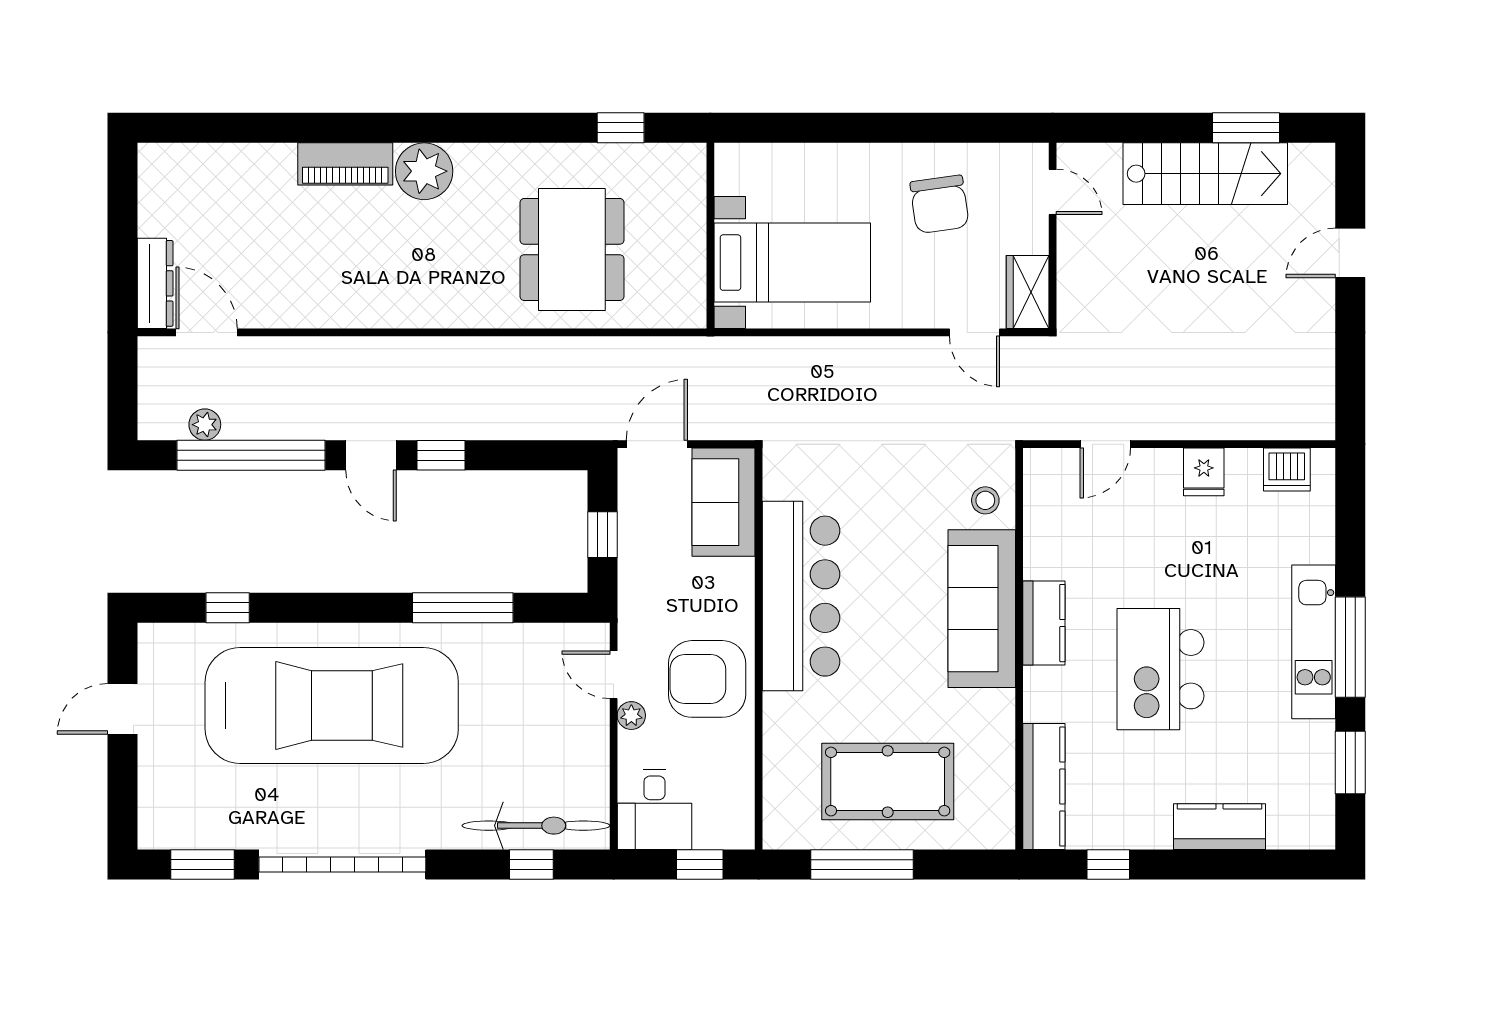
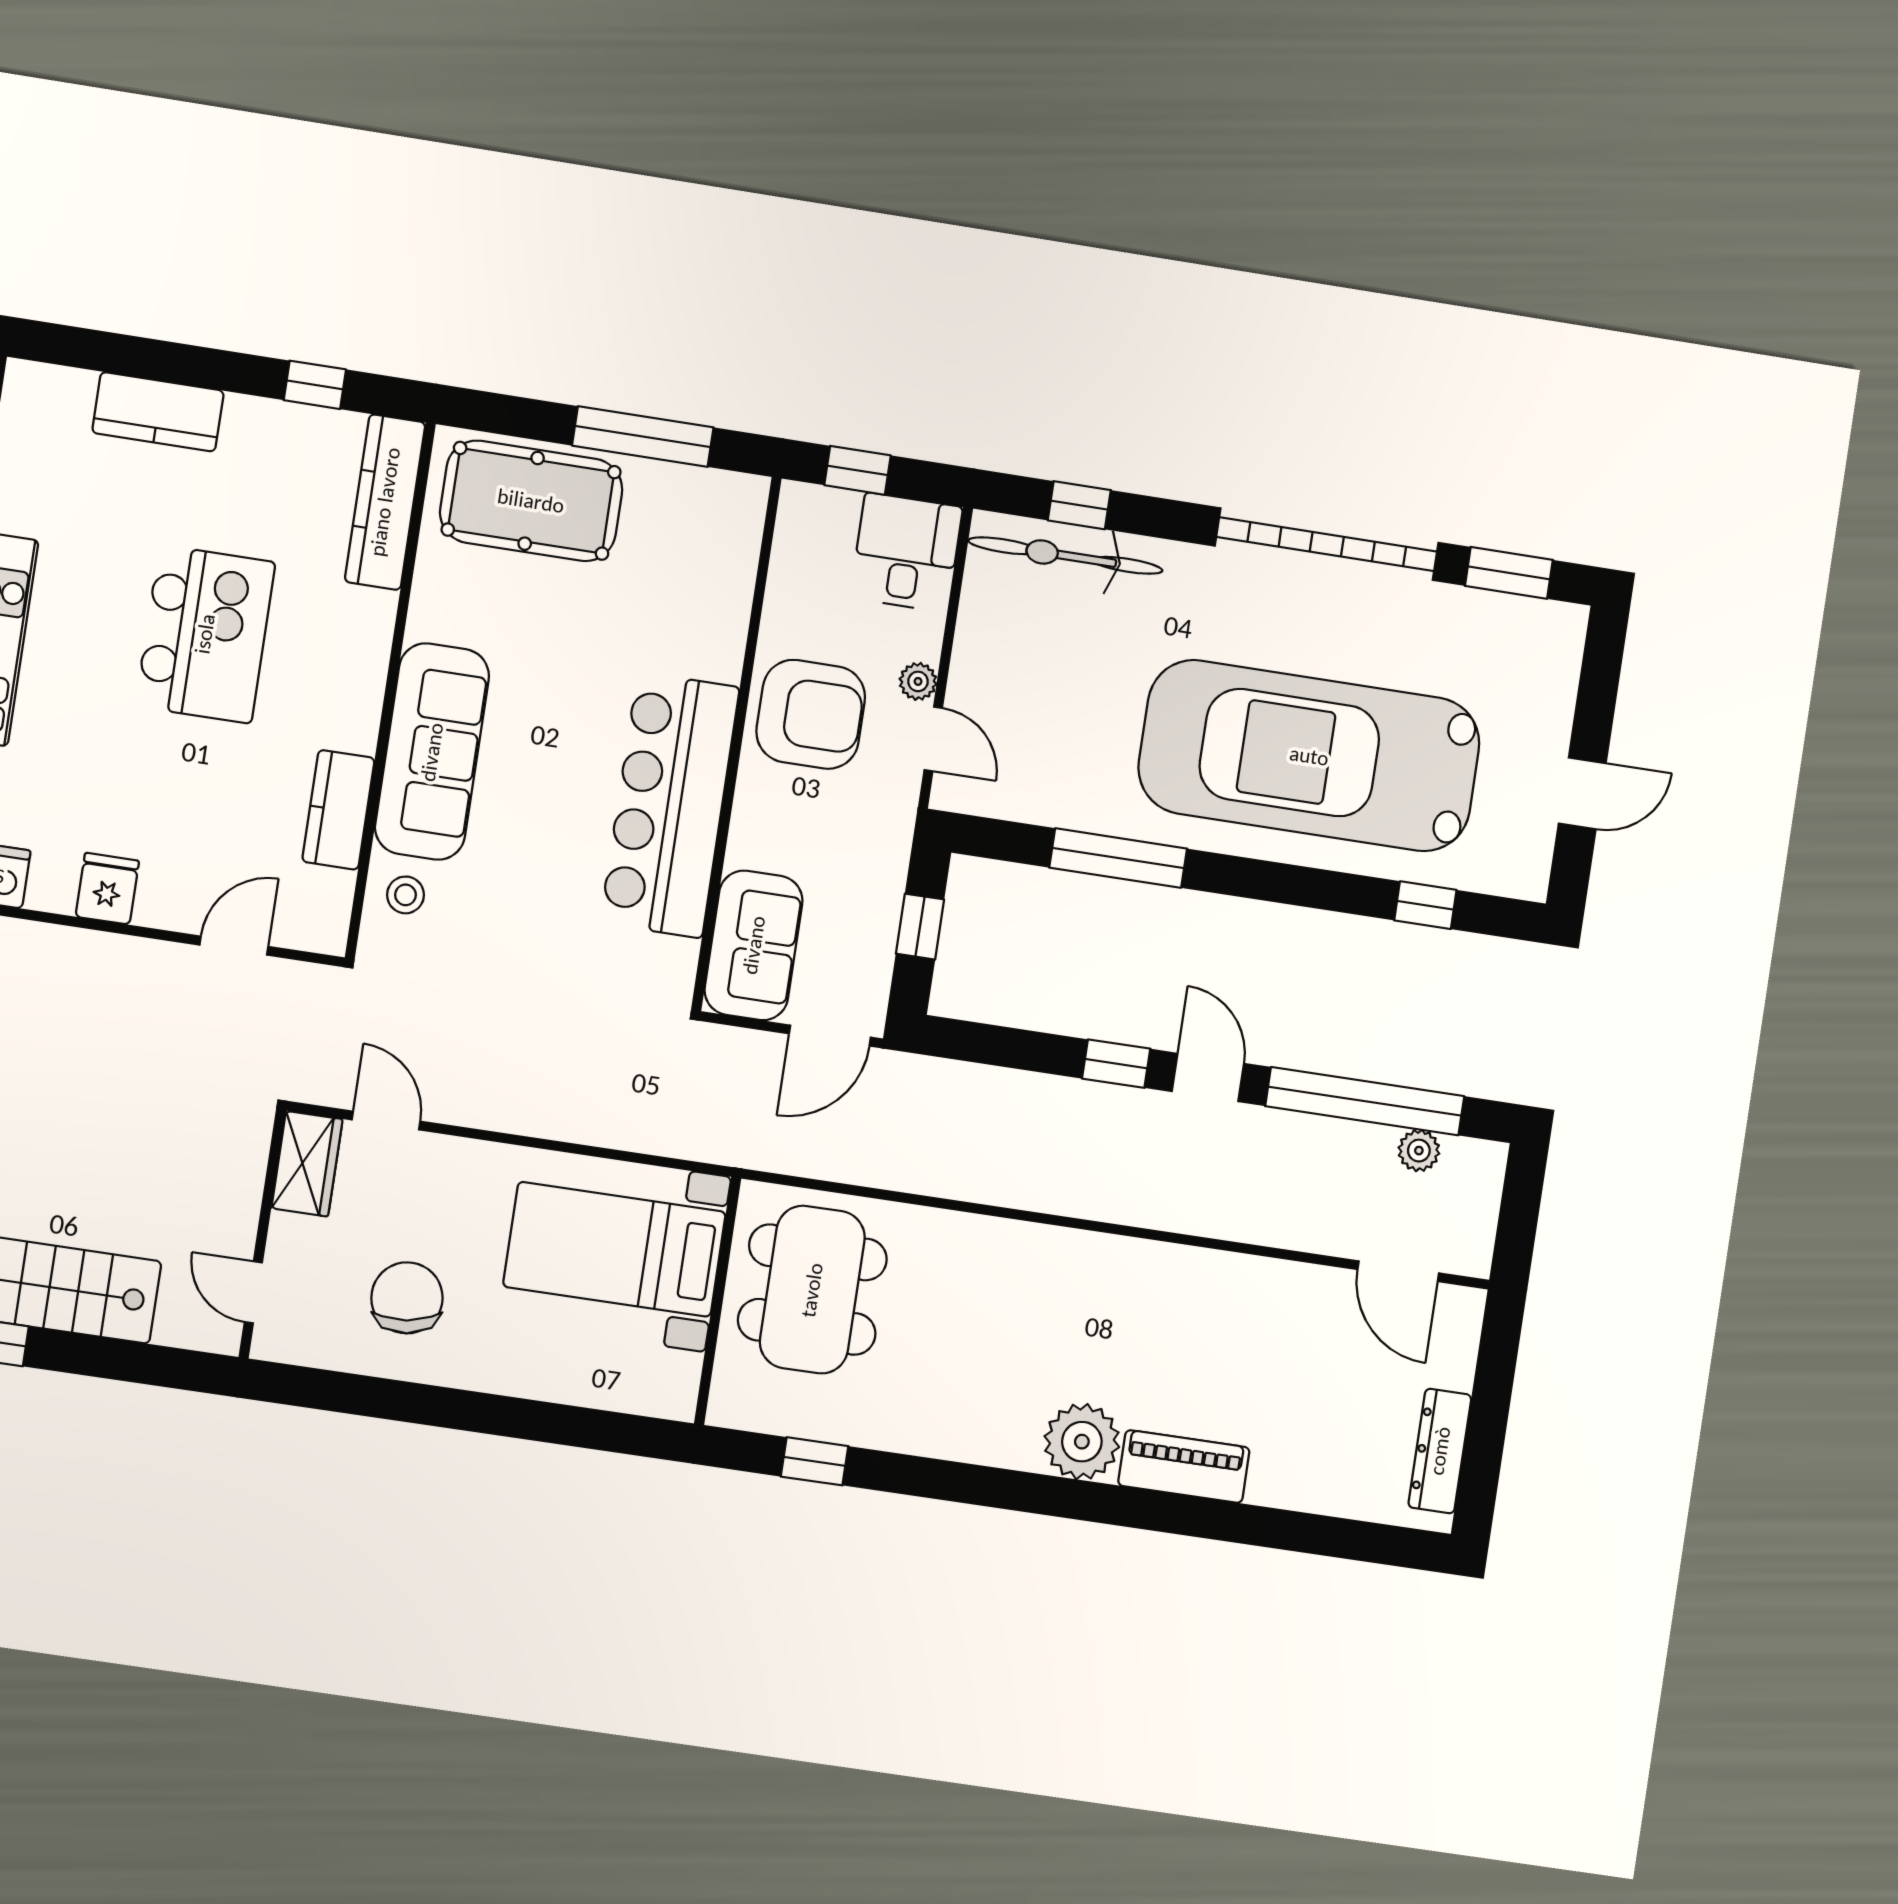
dining table: (572, 249) -> (812, 1290), moved
dresser: (155, 283) -> (1440, 1451), moved
kitchen counter: (1044, 623) -> (338, 810), moved
pool table: (888, 782) -> (531, 501), moved

